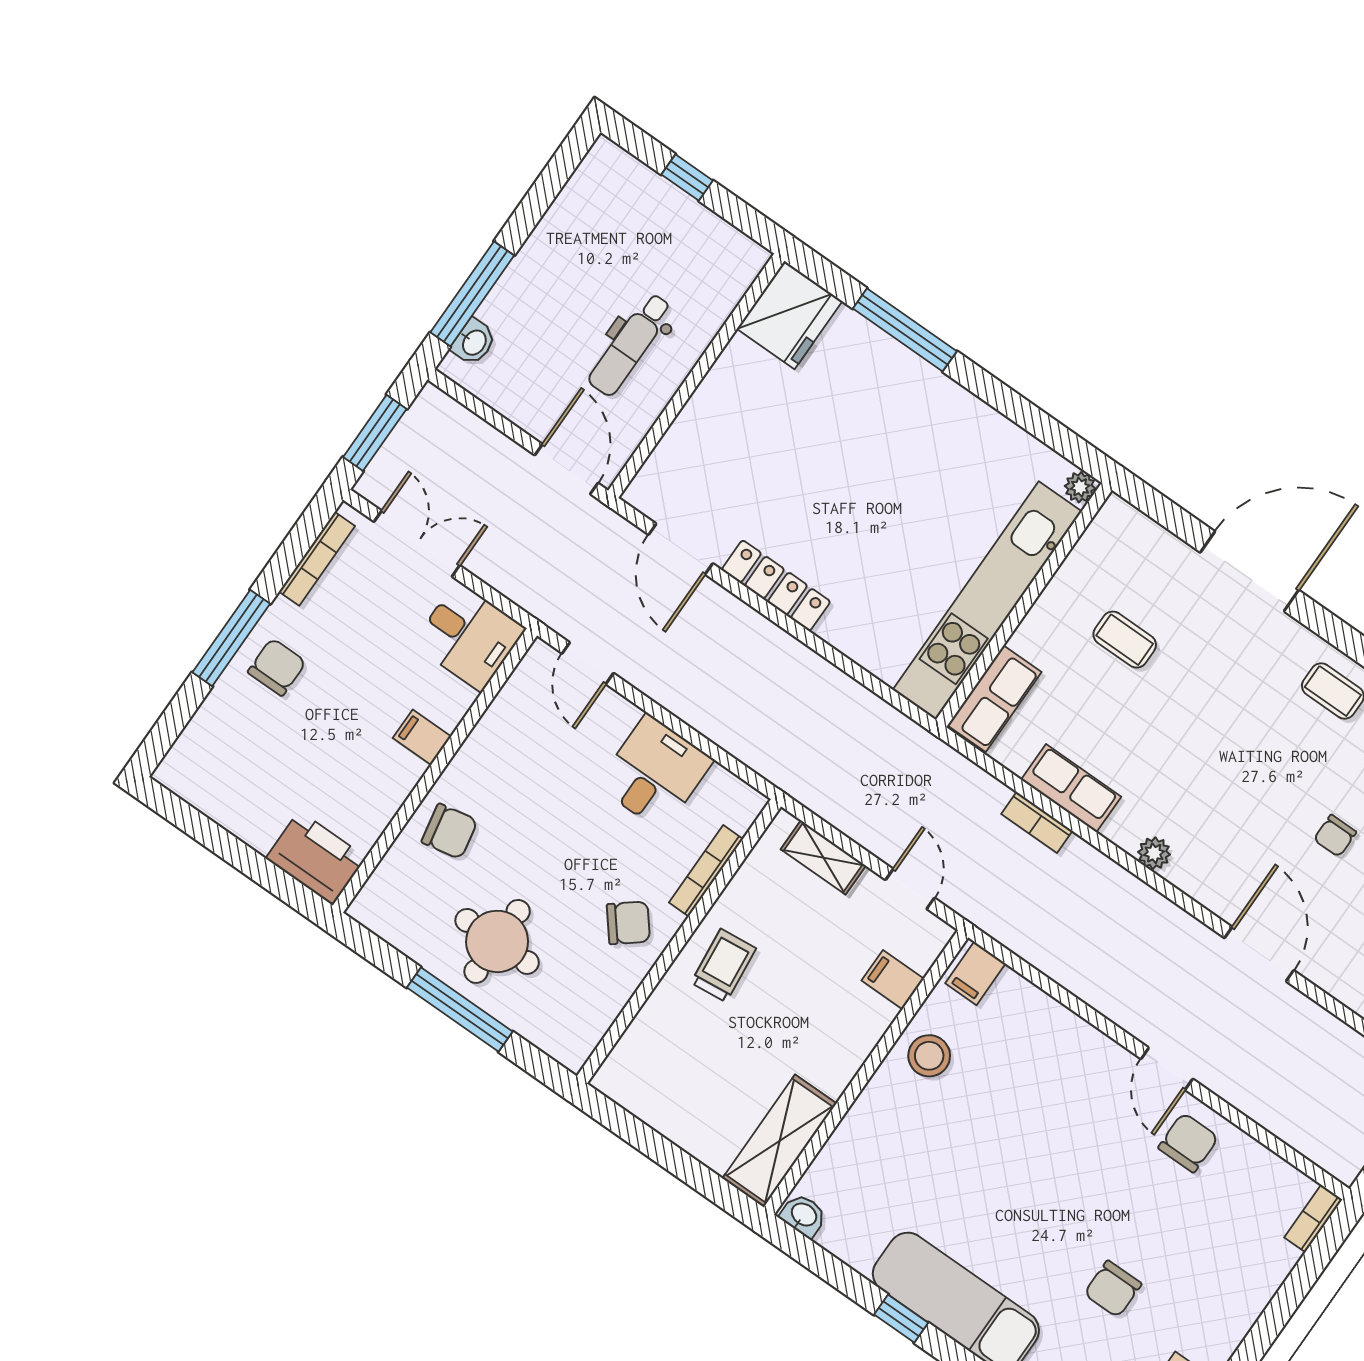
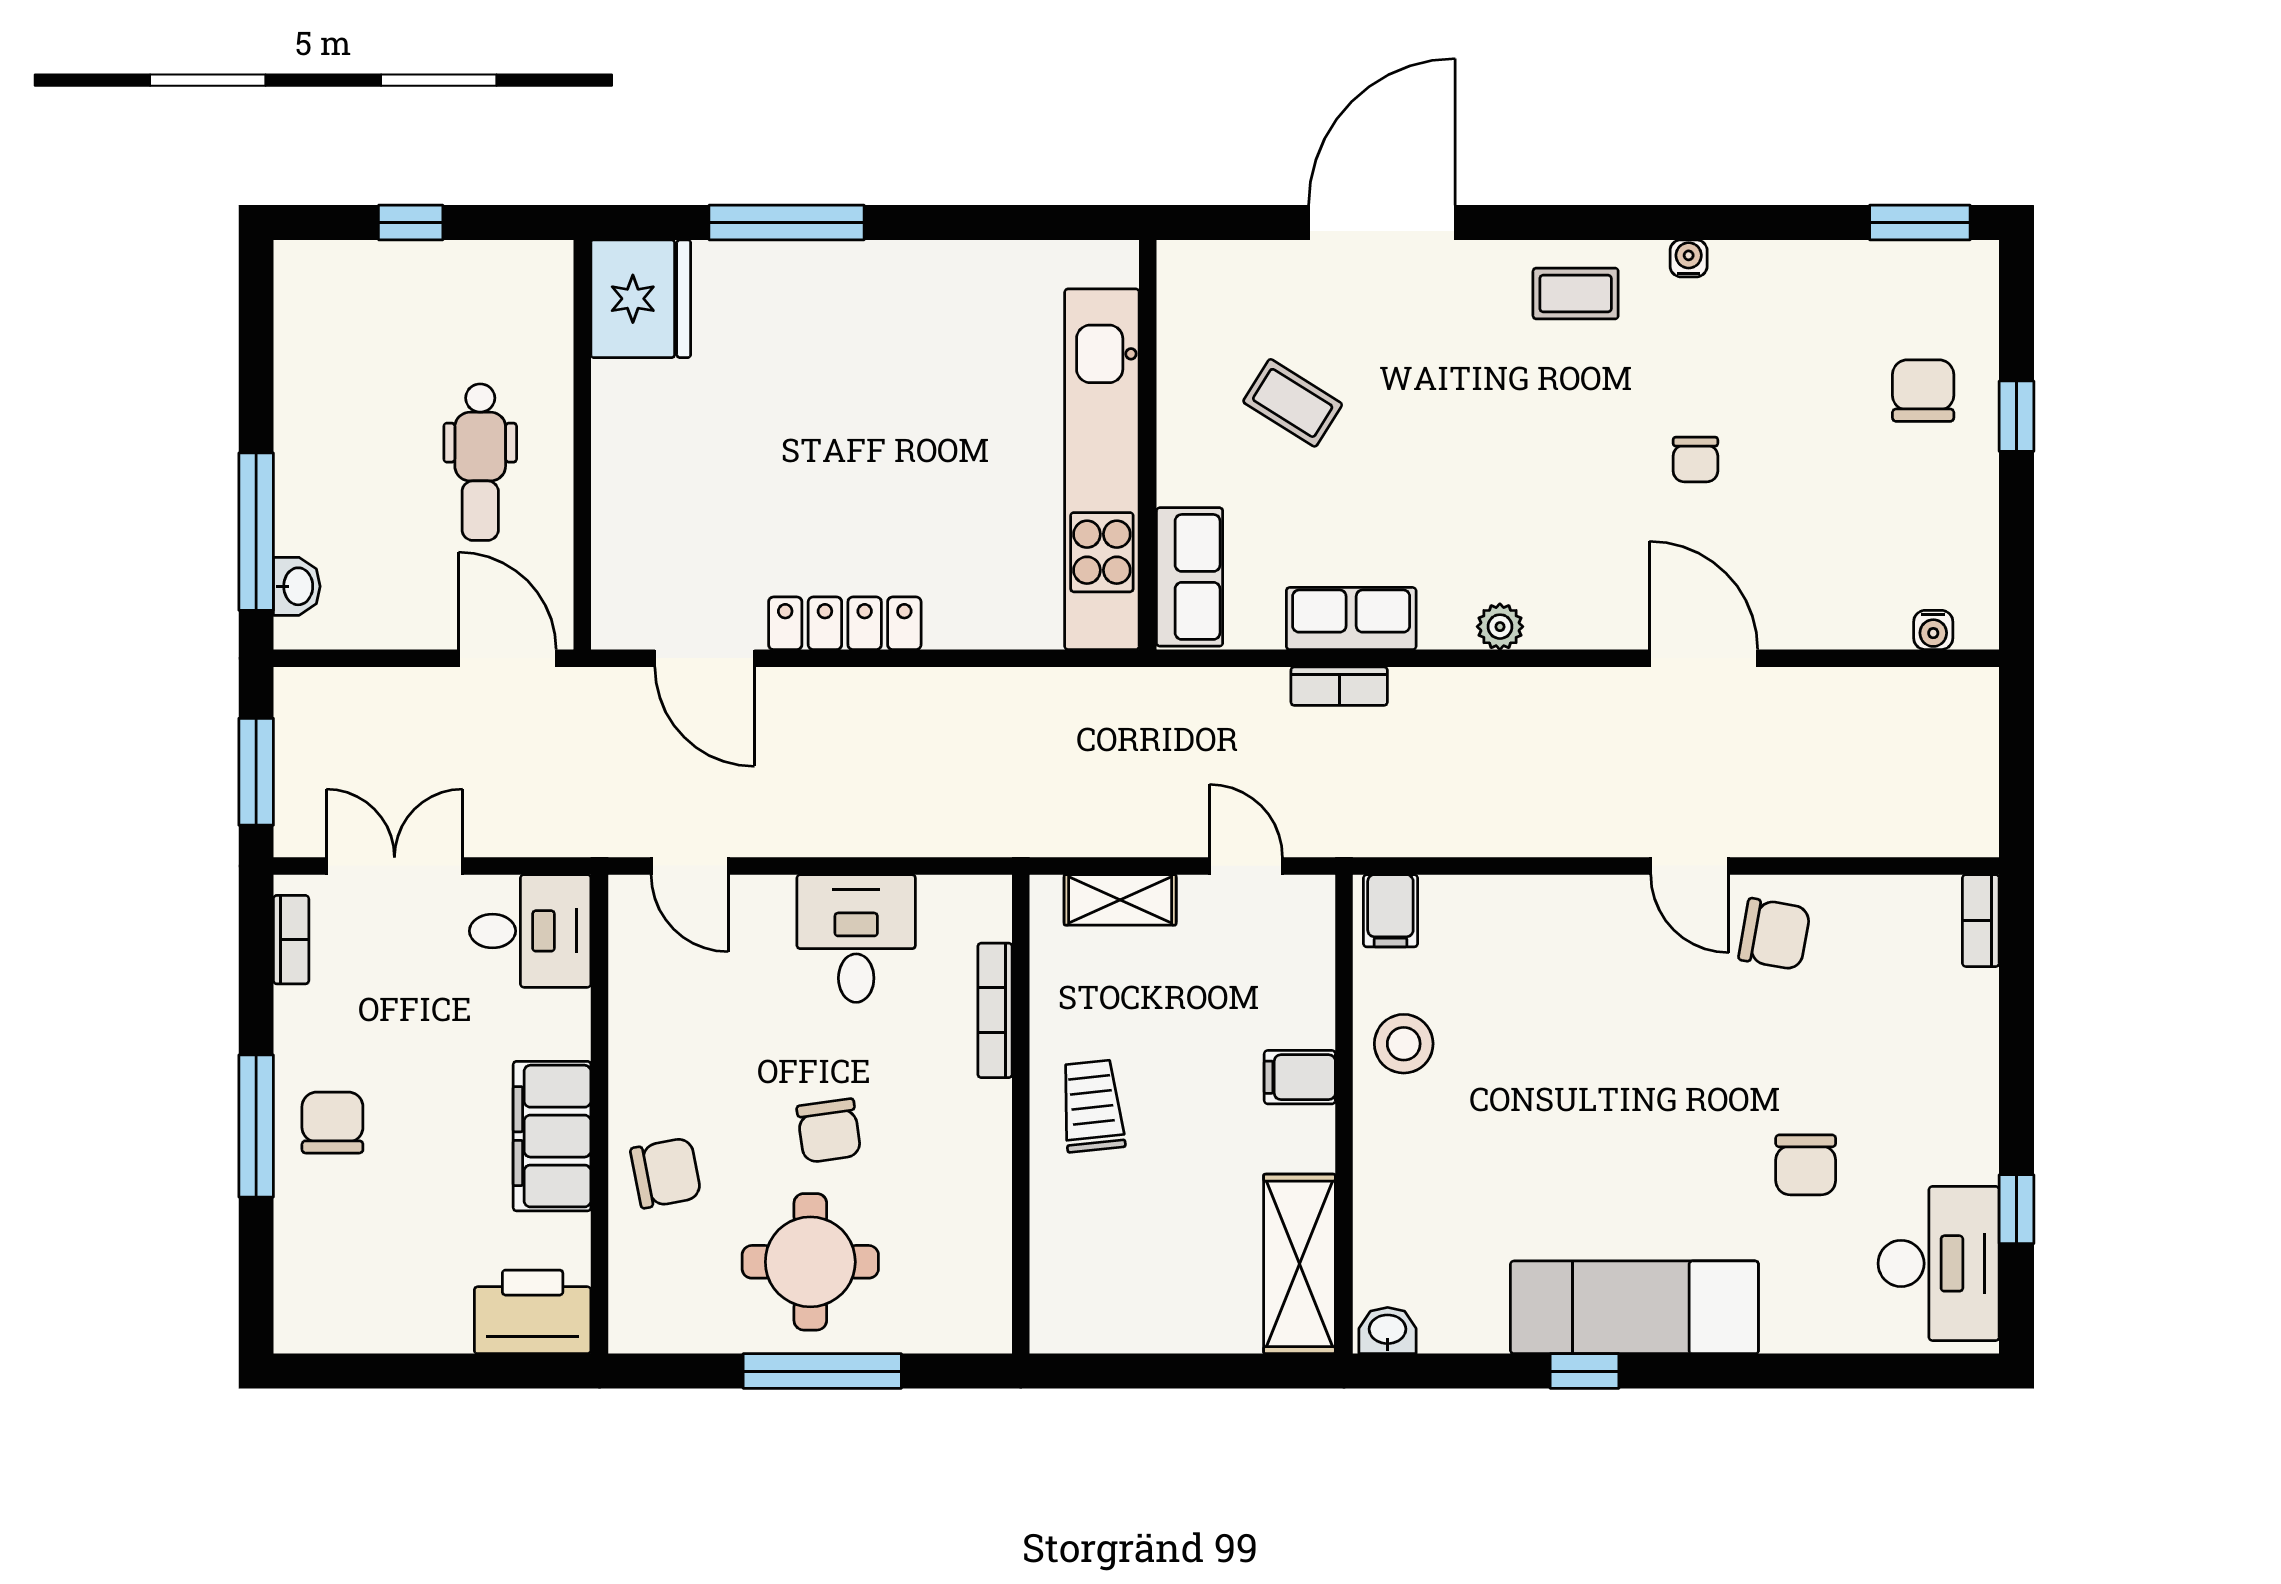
plant: (1080, 487) -> (1117, 262), removed
bookcase: (317, 559) -> (291, 940), width x0.64
coffee table: (1125, 640) -> (1293, 403), turned 32
filing cabinet: (422, 737) -> (552, 1136), width x3.00, depth x1.17
chair: (628, 923) -> (829, 1131), moved, turned 121
filing cabinet: (893, 980) -> (1300, 1077), moved
chair: (1188, 1143) -> (1774, 934), turned 100

